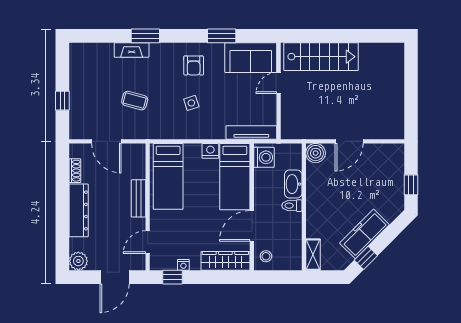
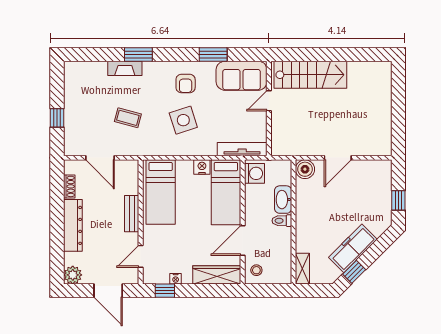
side table: (191, 103) -> (183, 120), width x1.87, depth x1.87
door: (115, 277) -> (108, 291), hinge flipped

